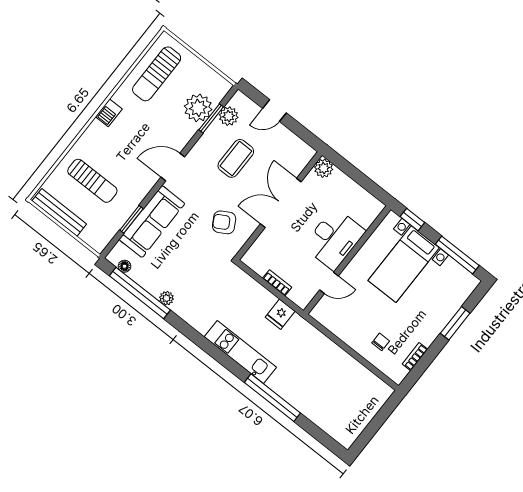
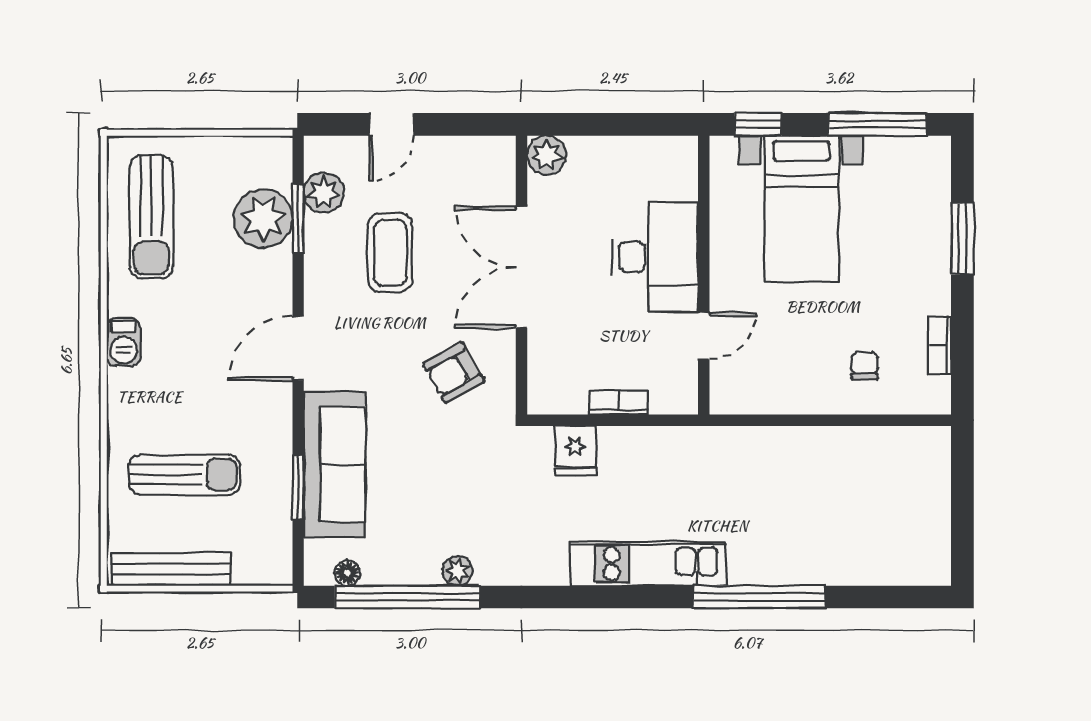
fridge: (280, 314) -> (575, 450), moved

